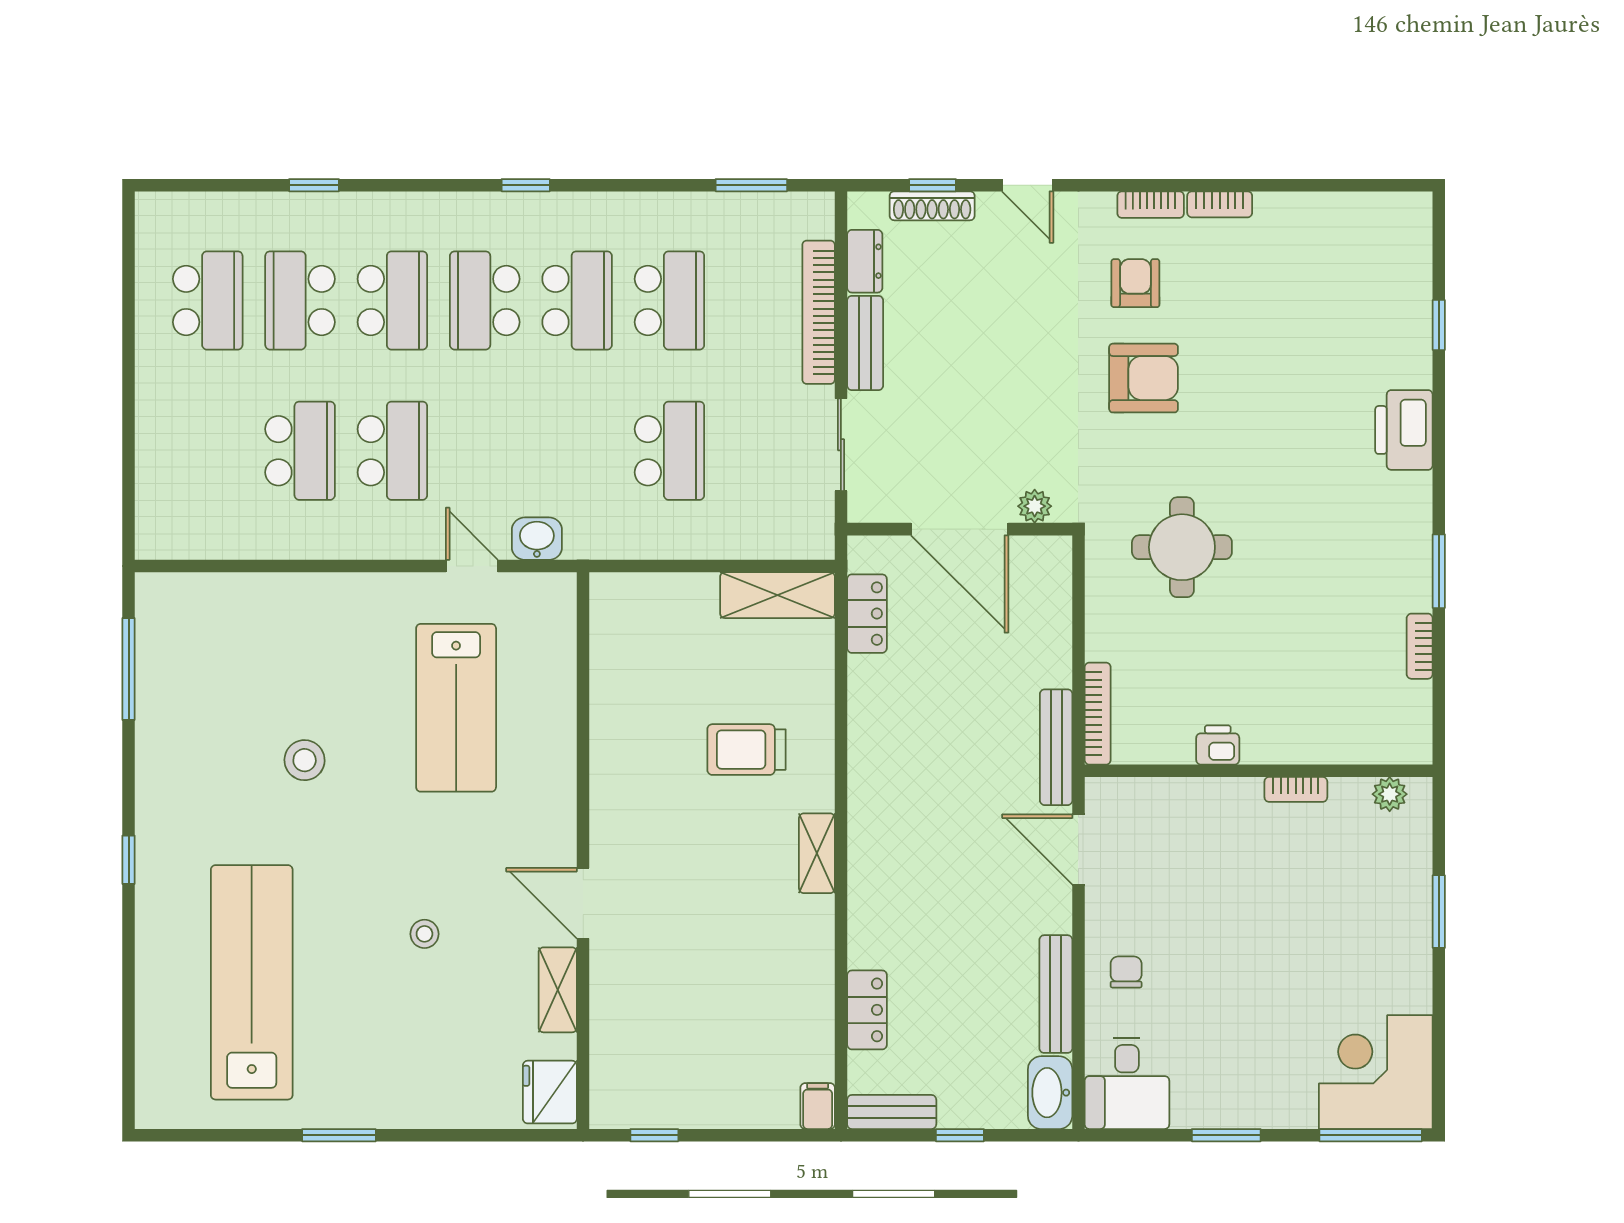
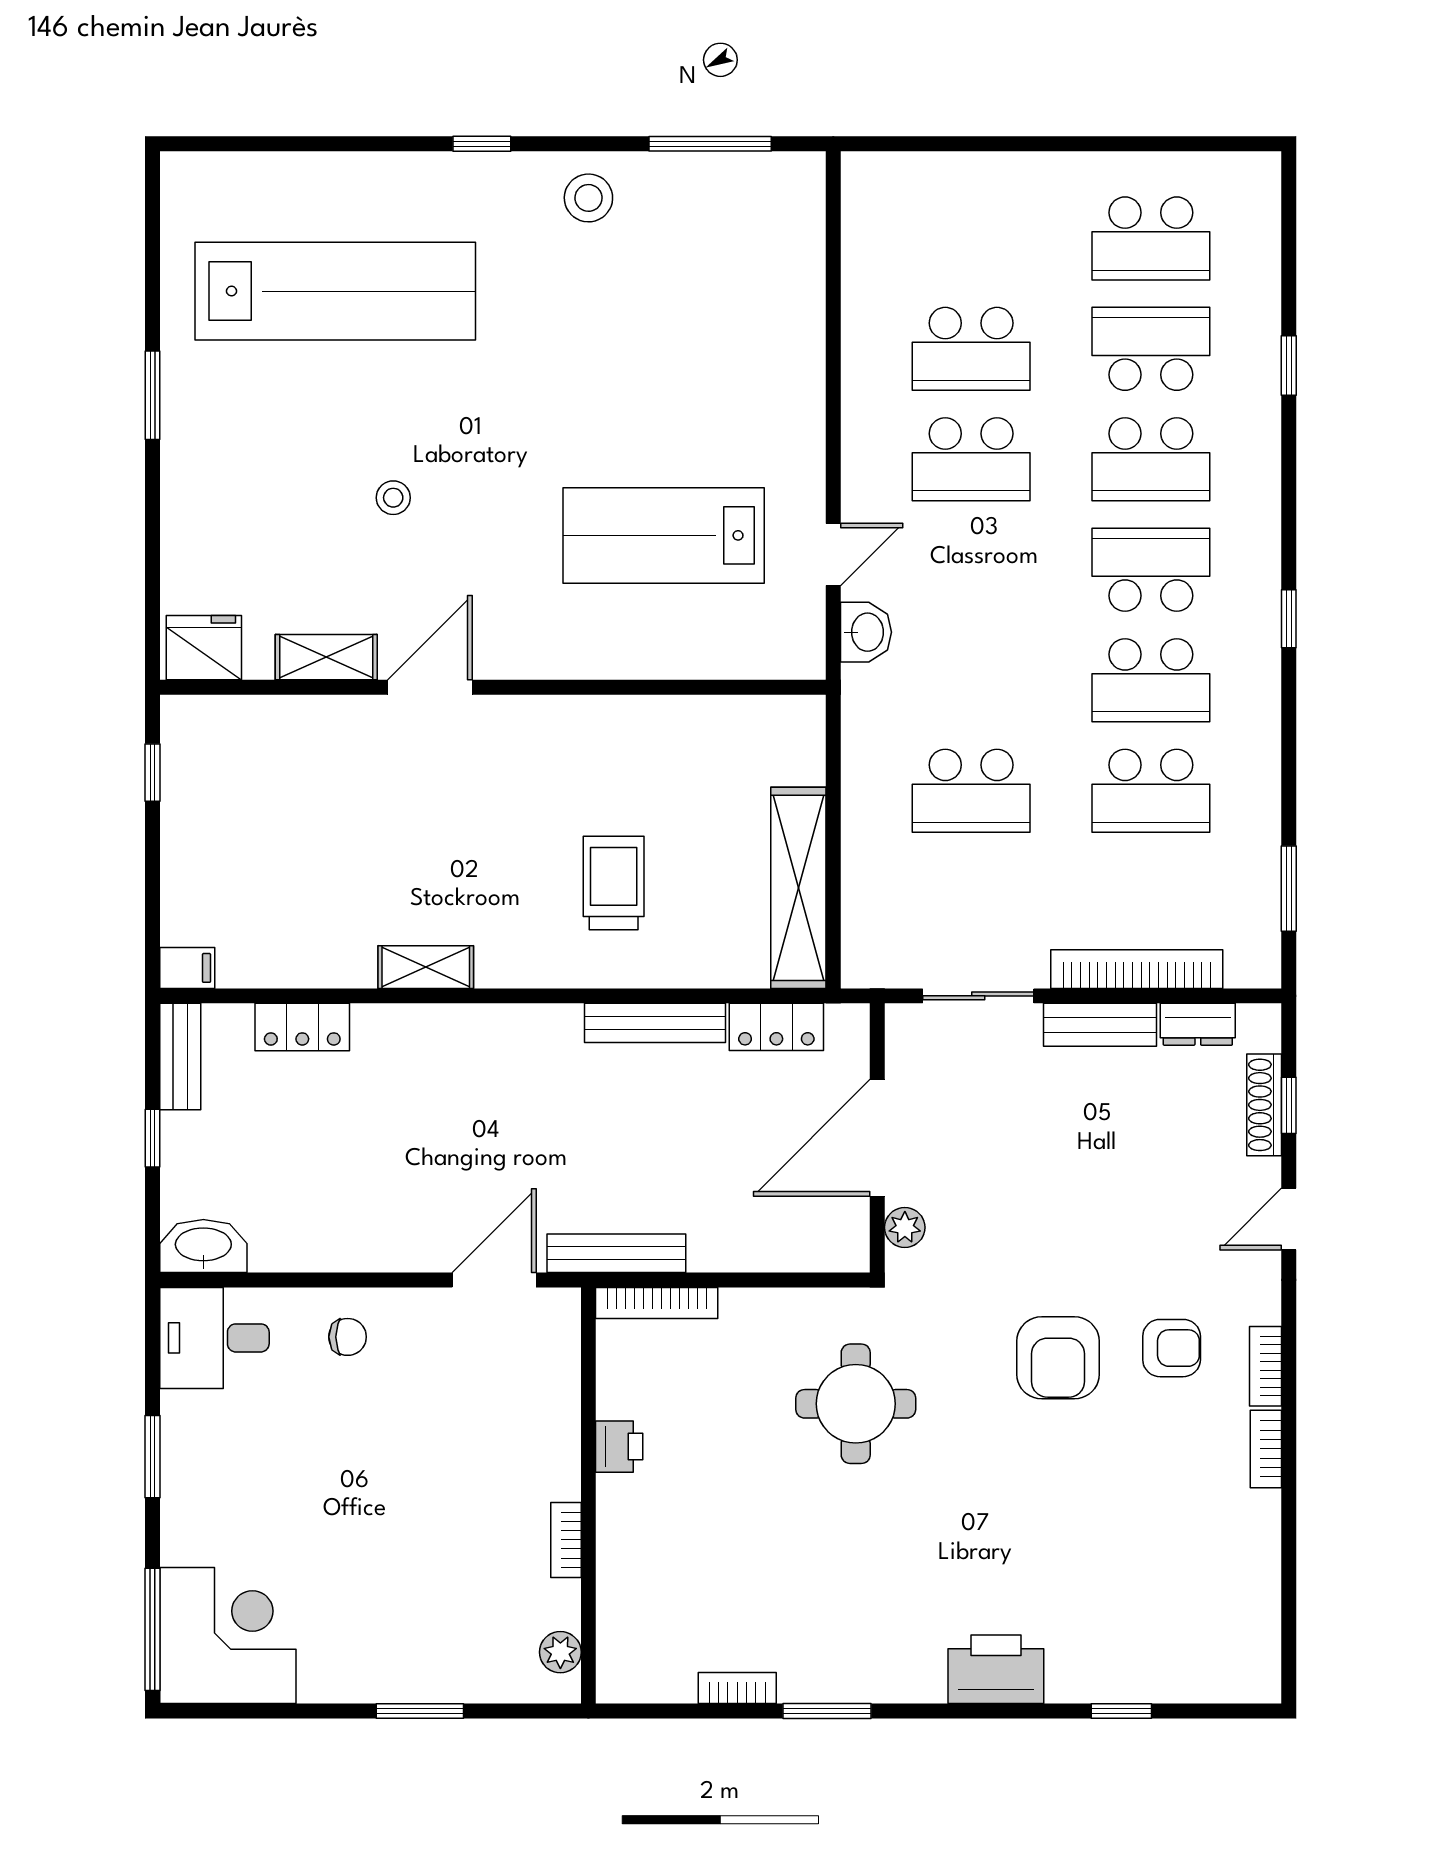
shelving: (777, 595) -> (798, 888), width x1.47
stool: (305, 760) -> (588, 198), moved
shelving: (817, 853) -> (426, 967), moved
bench: (1056, 994) -> (655, 1023), moved

